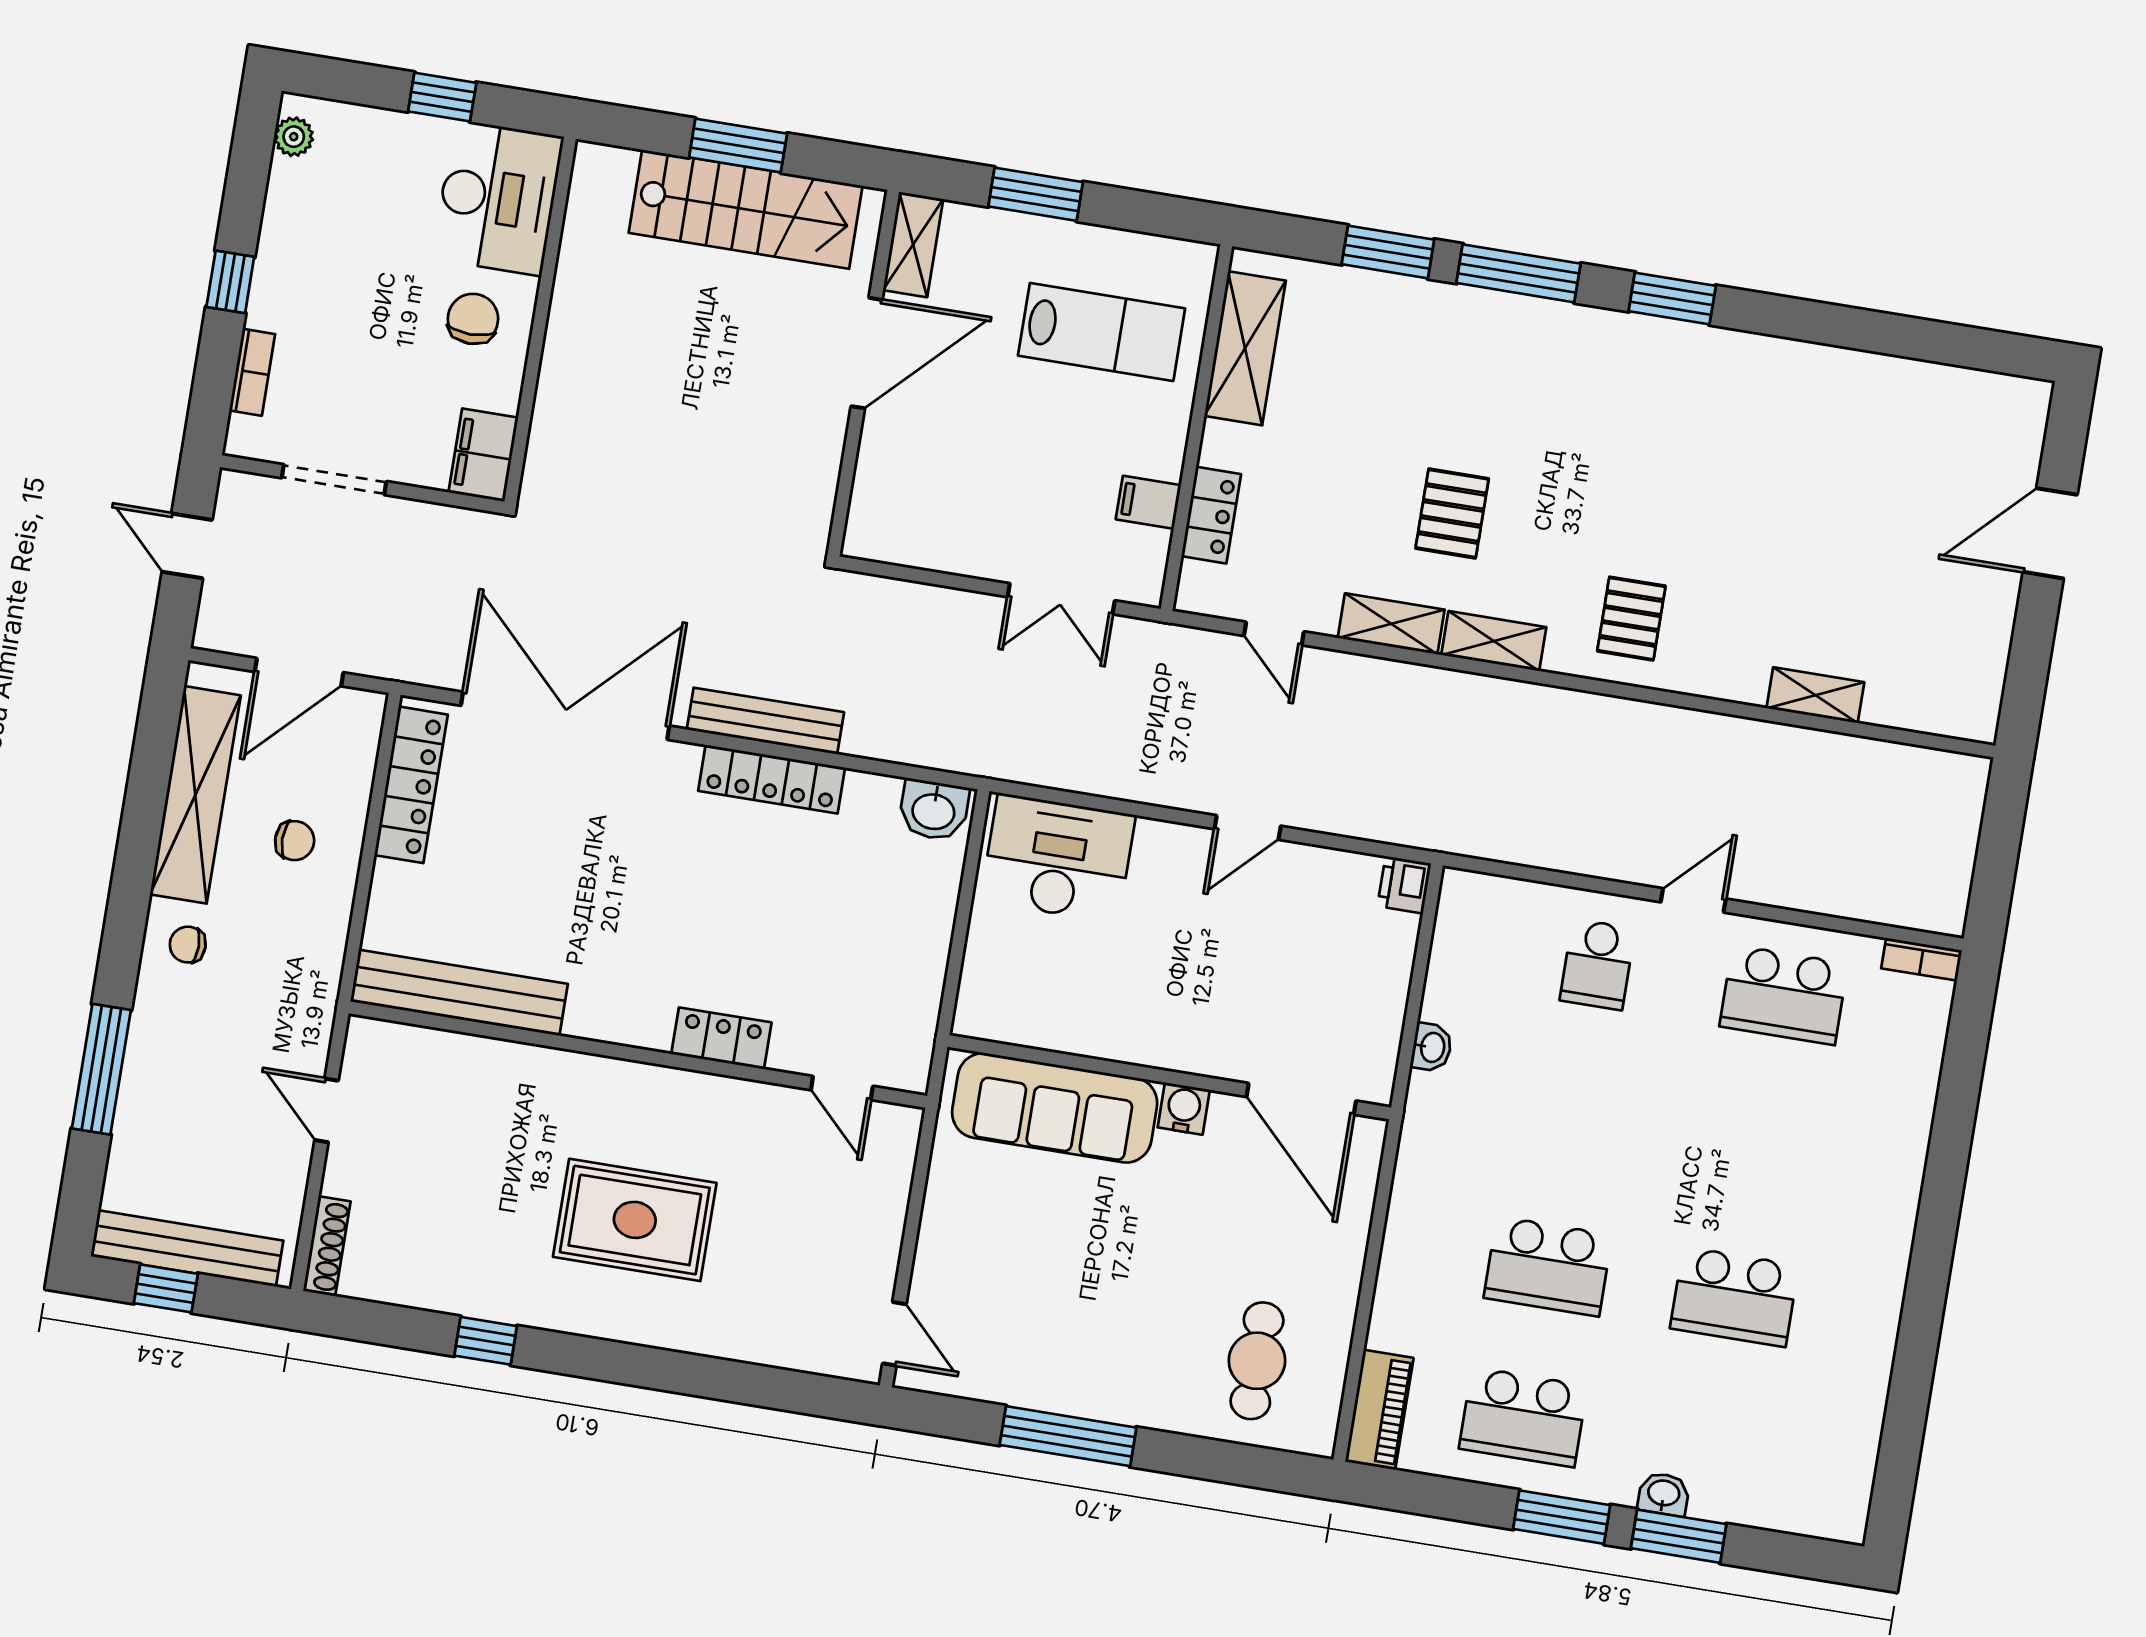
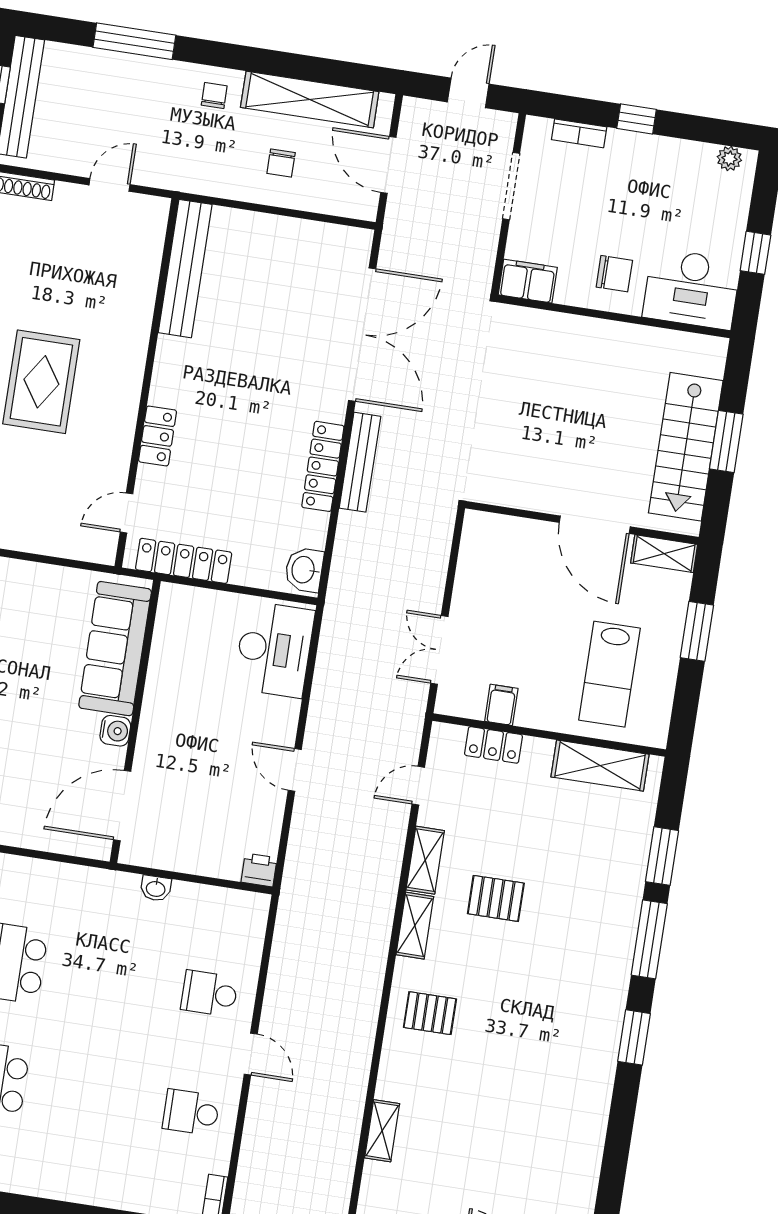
locker: (411, 785) -> (184, 561), moved, turned 180
school desk: (1784, 995) -> (191, 1112), width x0.54

